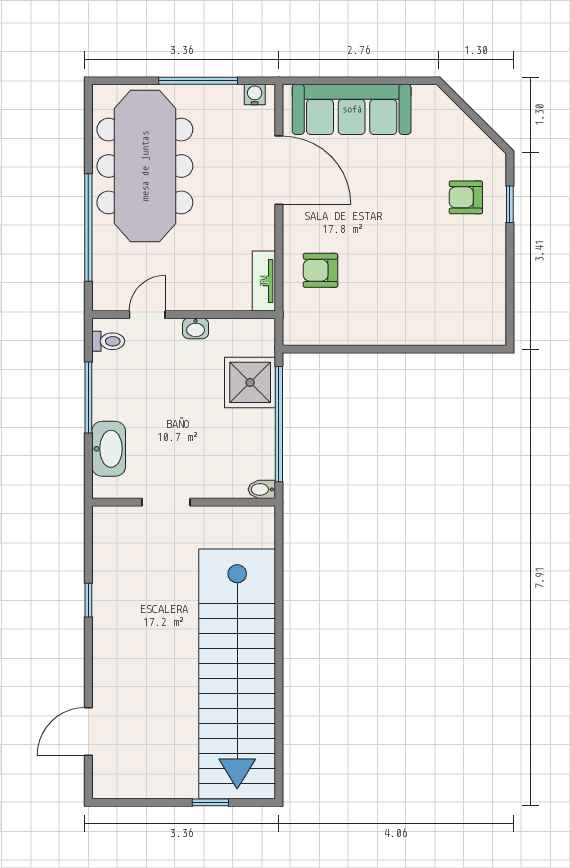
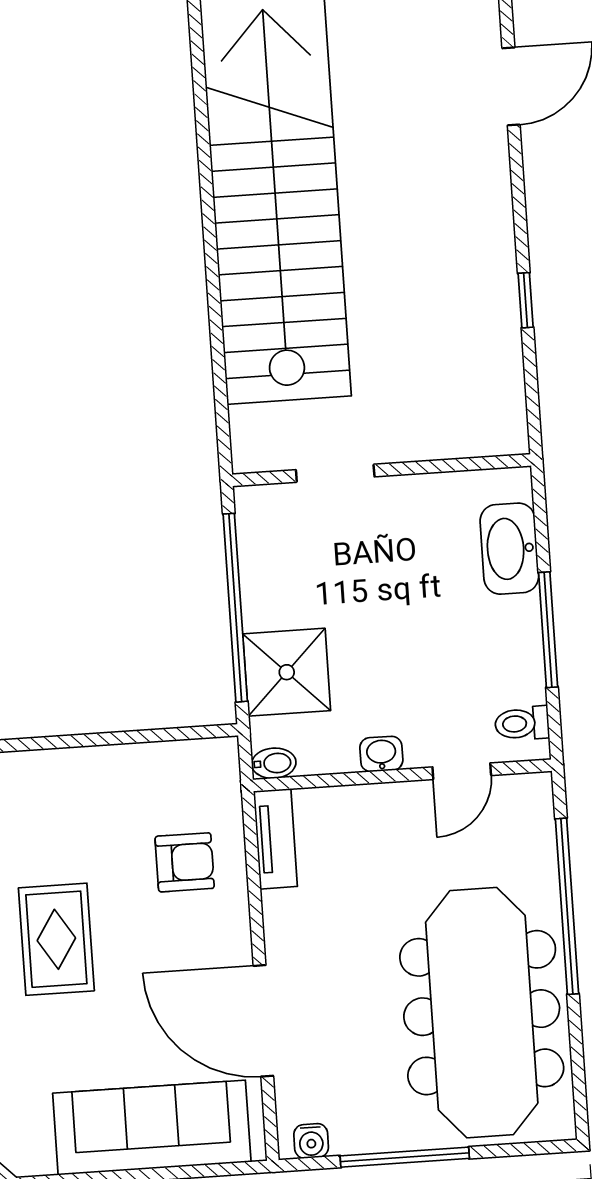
rug: (402, 229) -> (56, 939), added
bidet: (262, 489) -> (274, 763), moved
doorway: (166, 502) -> (335, 473), moved

